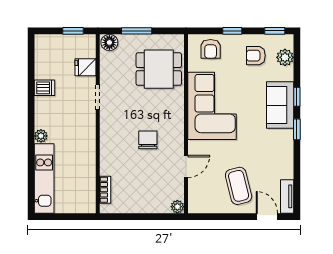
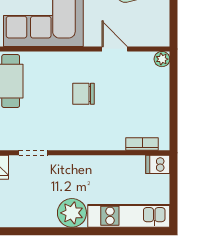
dishwasher: (44, 88) -> (158, 164), moved, turned -90
plant: (41, 136) -> (72, 213), width x1.88, depth x1.88

